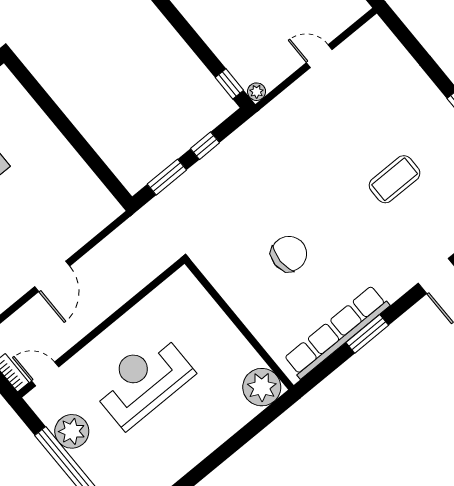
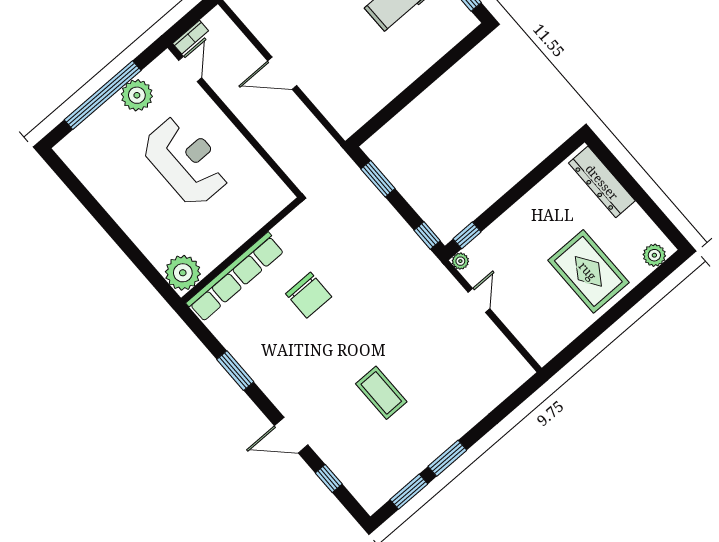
door: (319, 56) -> (479, 300), moved
window: (205, 146) -> (427, 236), moved
row of seats: (337, 332) -> (235, 277), moved, turned 90

